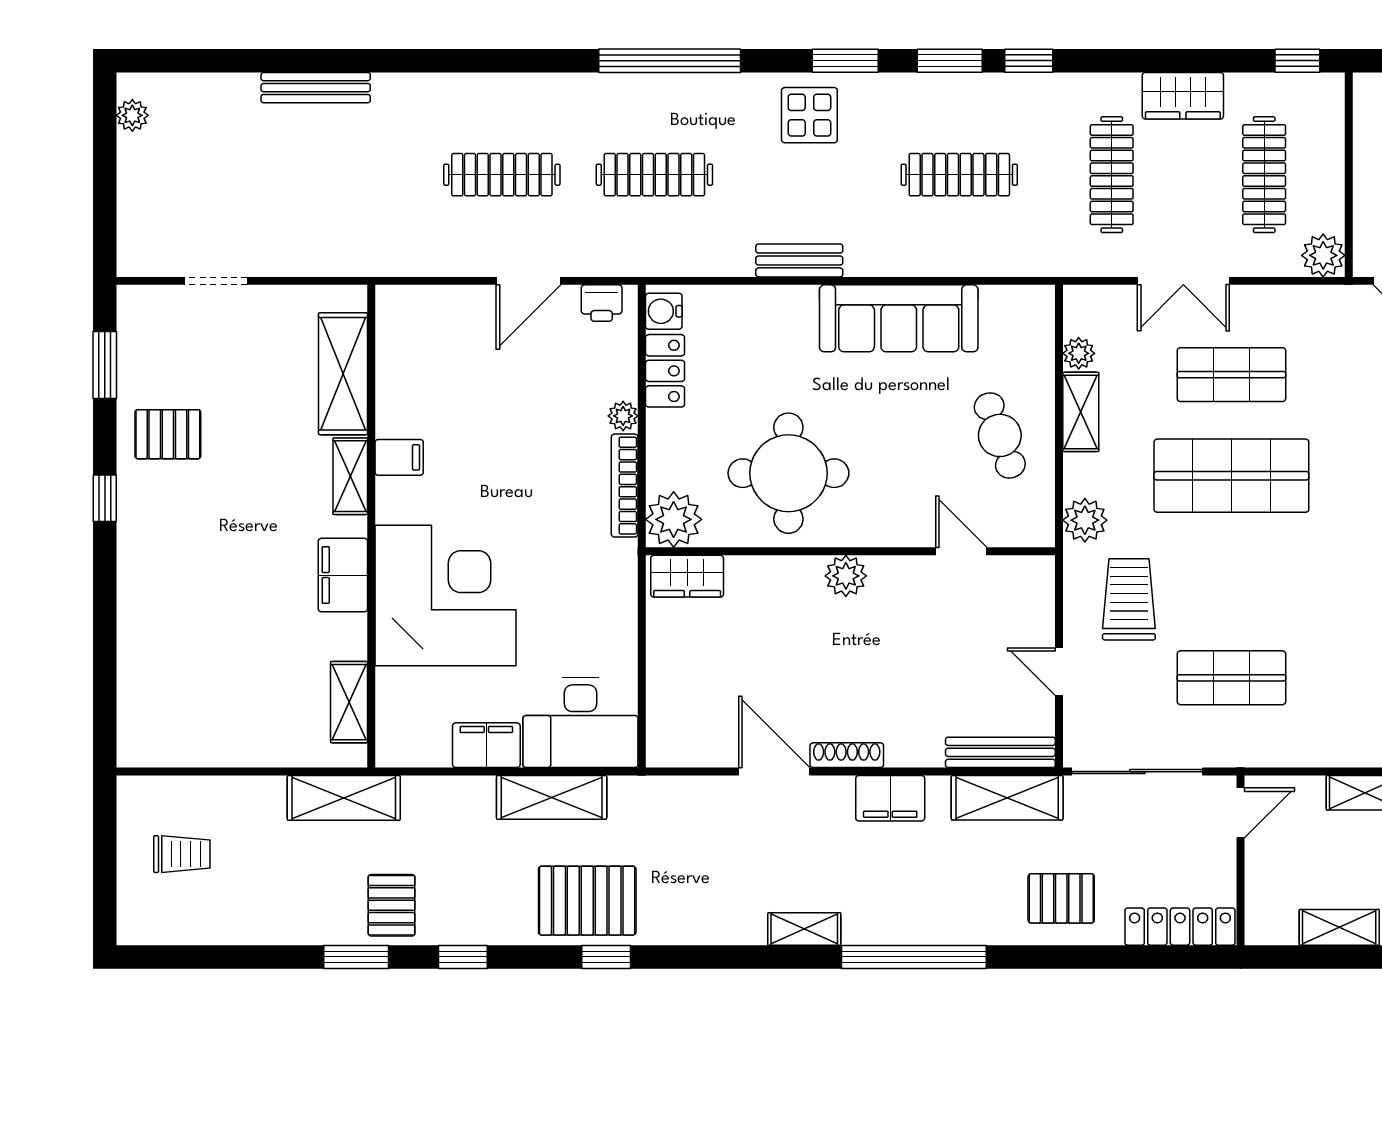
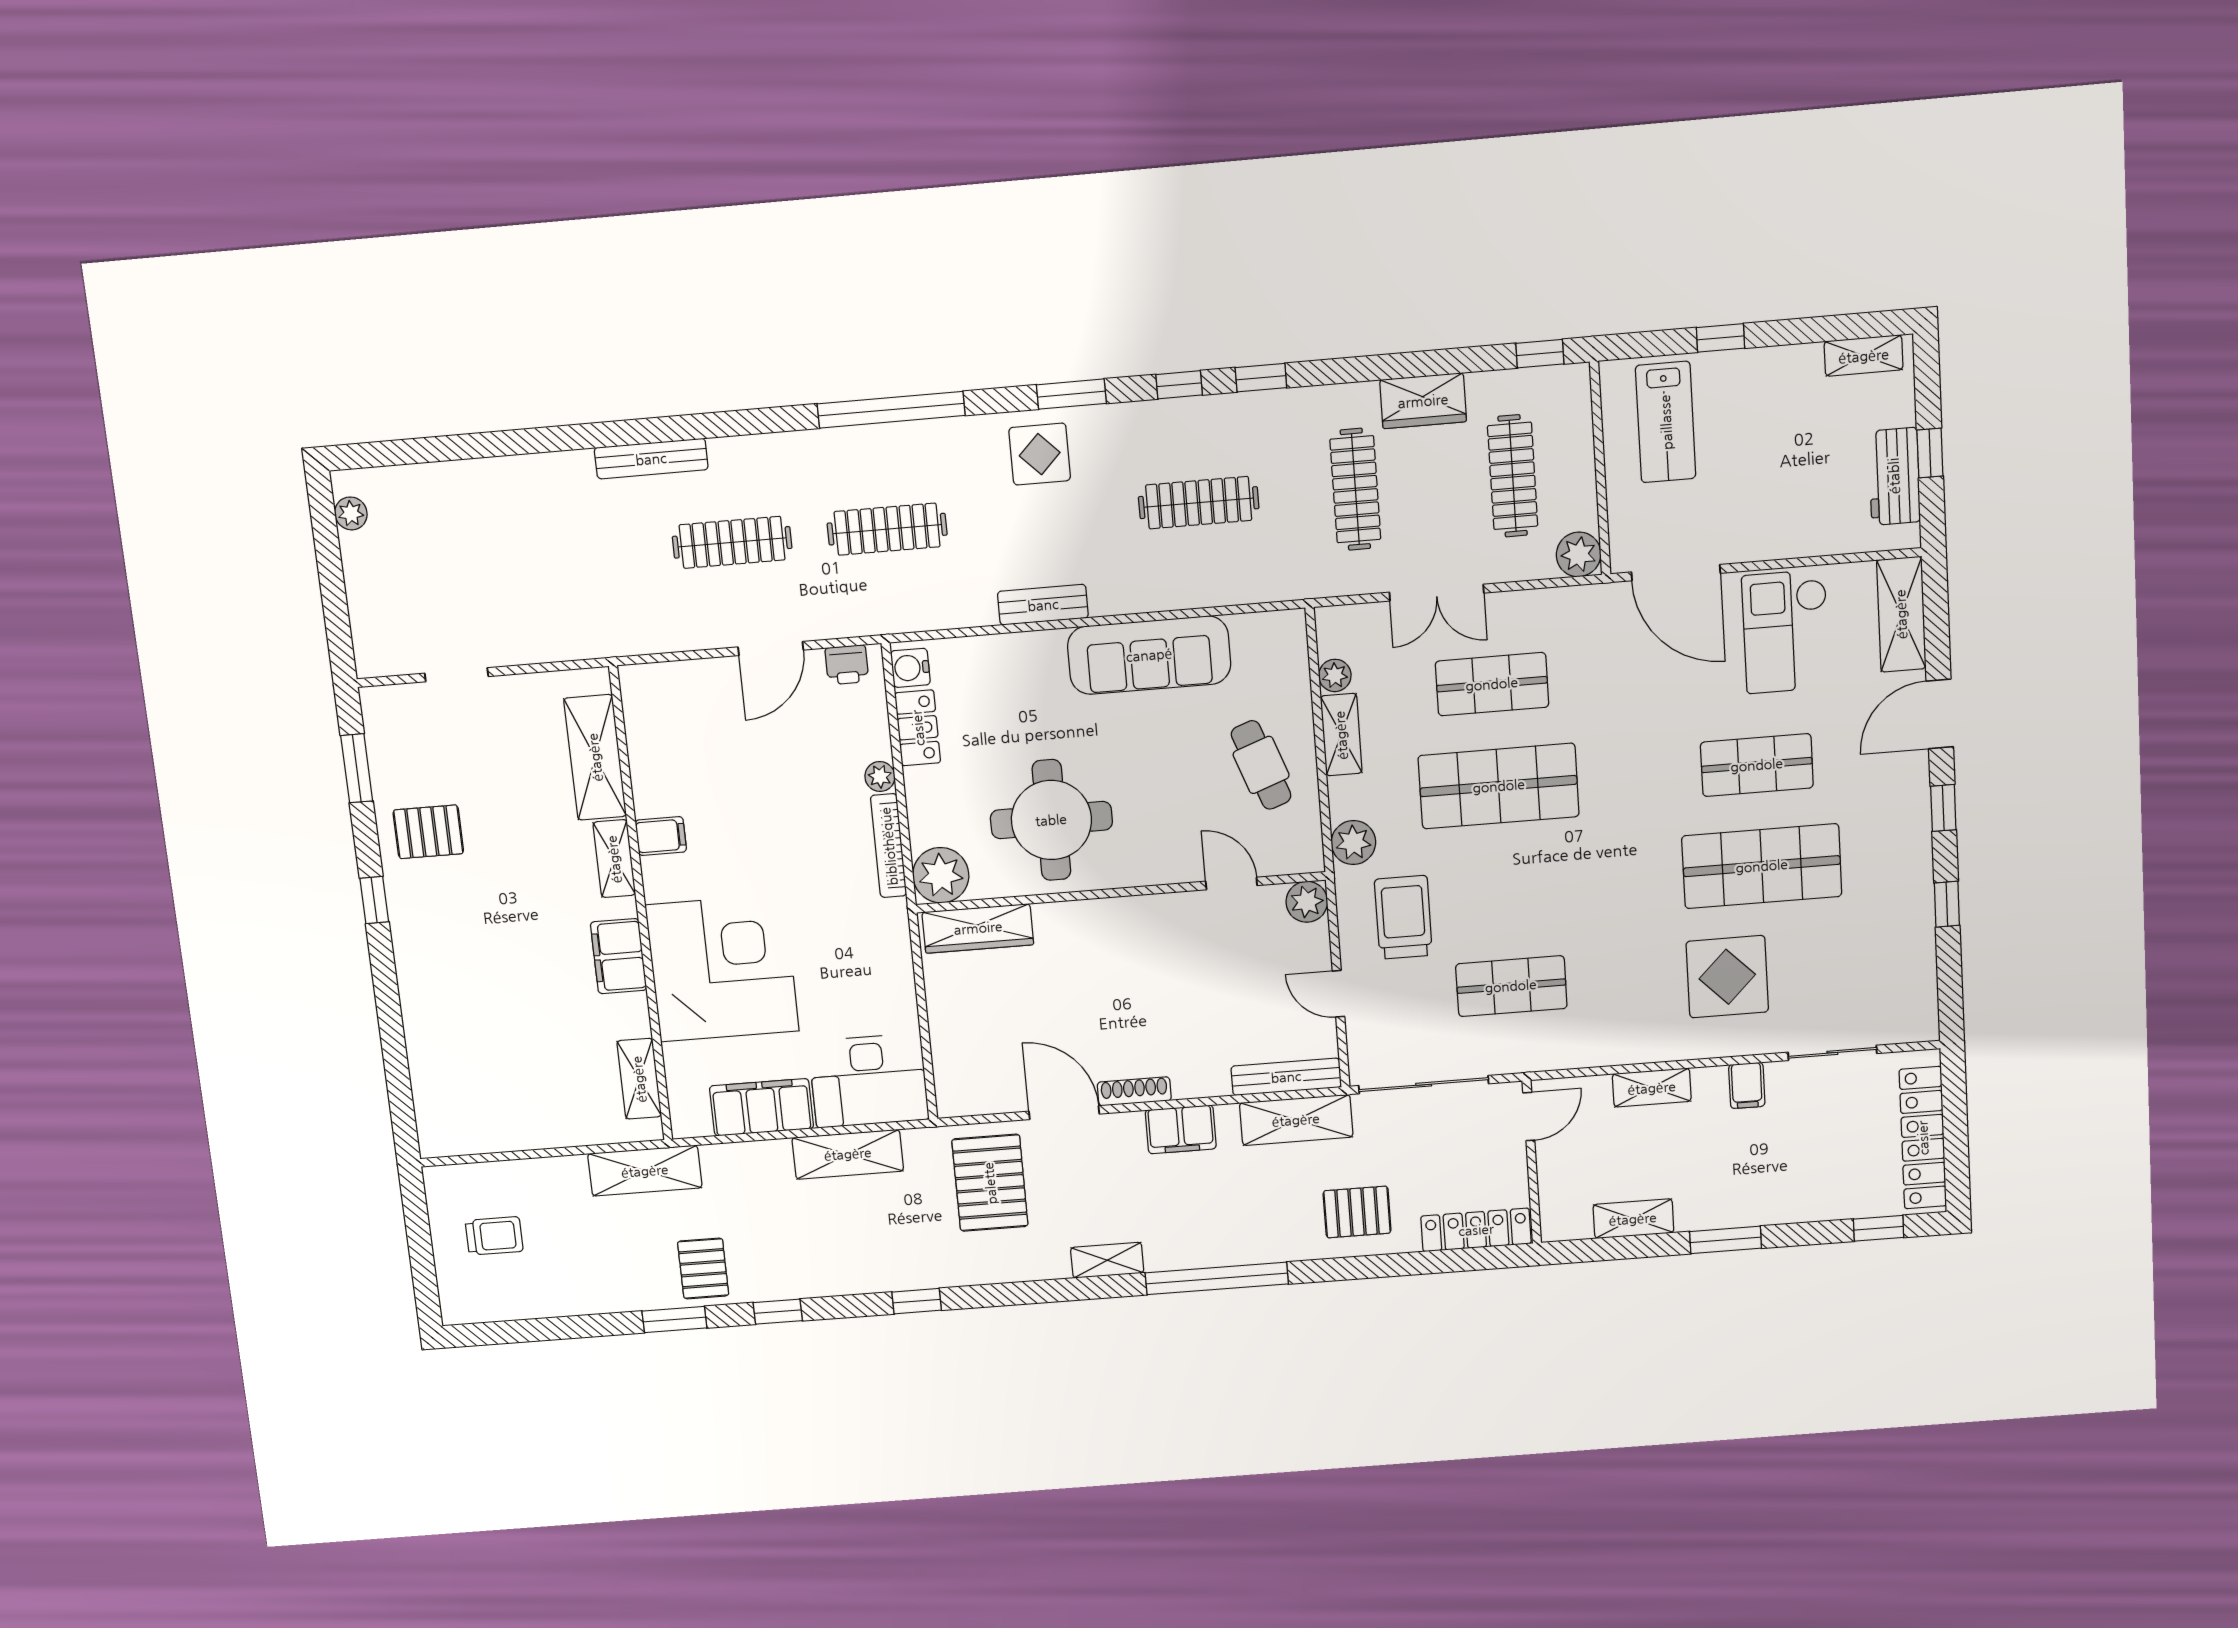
window: (950, 61) -> (1179, 385), width x0.67
bench: (316, 88) -> (651, 459), moved
wardrobe: (687, 576) -> (978, 928), width x1.50
plant: (846, 576) -> (1307, 902), moved
filing cabinet: (486, 745) -> (762, 1107), width x1.50, depth x1.17
pallet: (587, 901) -> (990, 1183), moved, turned 90

